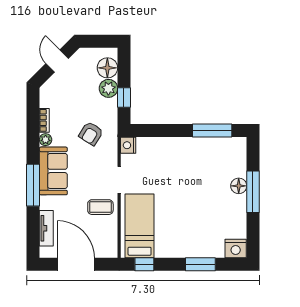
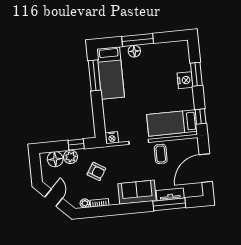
door: (57, 61) -> (54, 198), swing flipped
armchair: (91, 134) -> (96, 171), moved
plant: (46, 140) -> (85, 203), moved
bed: (213, 152) -> (111, 73), added
window: (33, 185) -> (169, 204), moved
tv unit: (46, 228) -> (170, 194), moved
nightstand: (236, 249) -> (185, 80), moved

